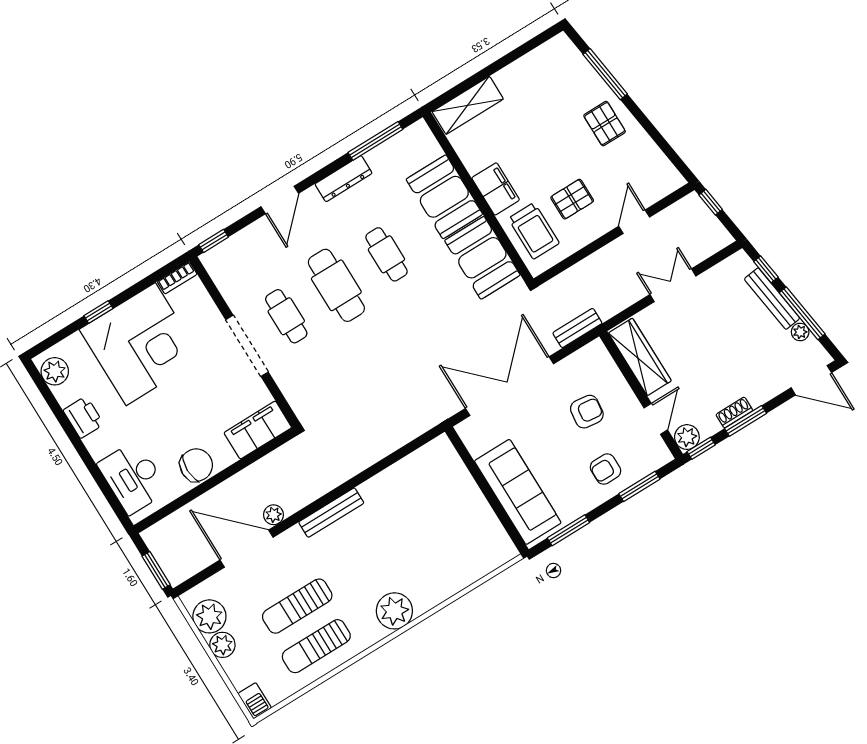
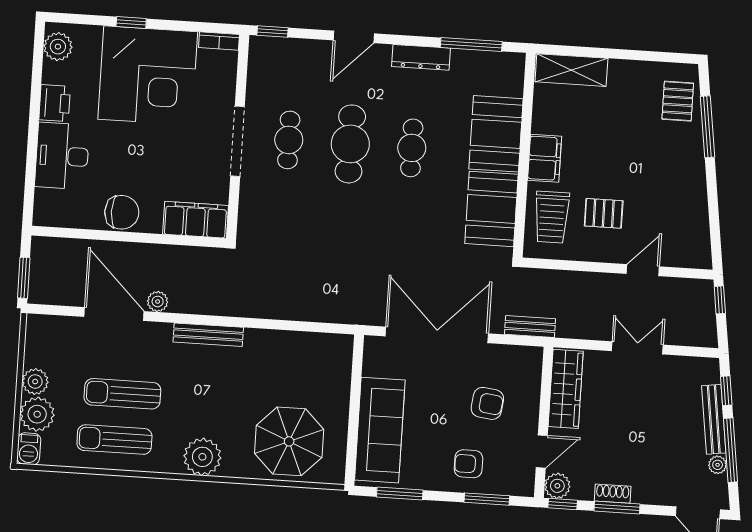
pallet: (605, 124) -> (678, 101), moved
desk: (133, 477) -> (62, 156), moved
parasol: (453, 551) -> (289, 441), added
plant: (209, 616) -> (37, 414), moved

